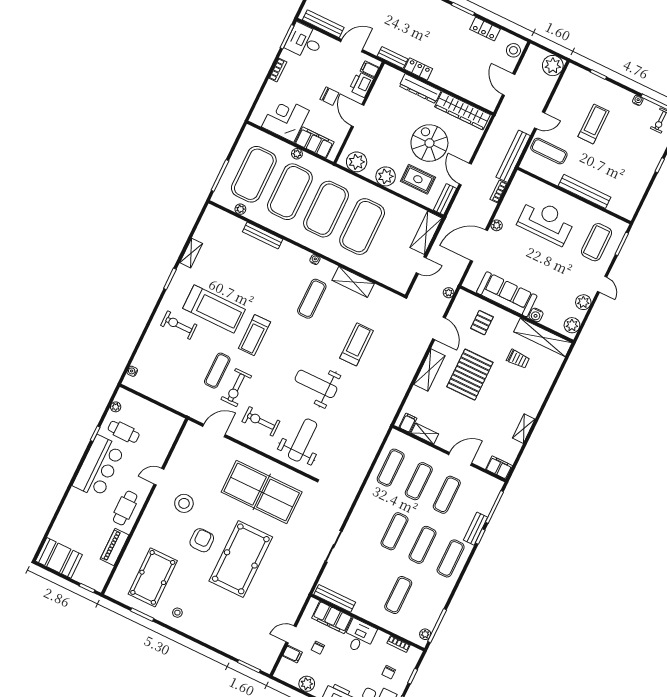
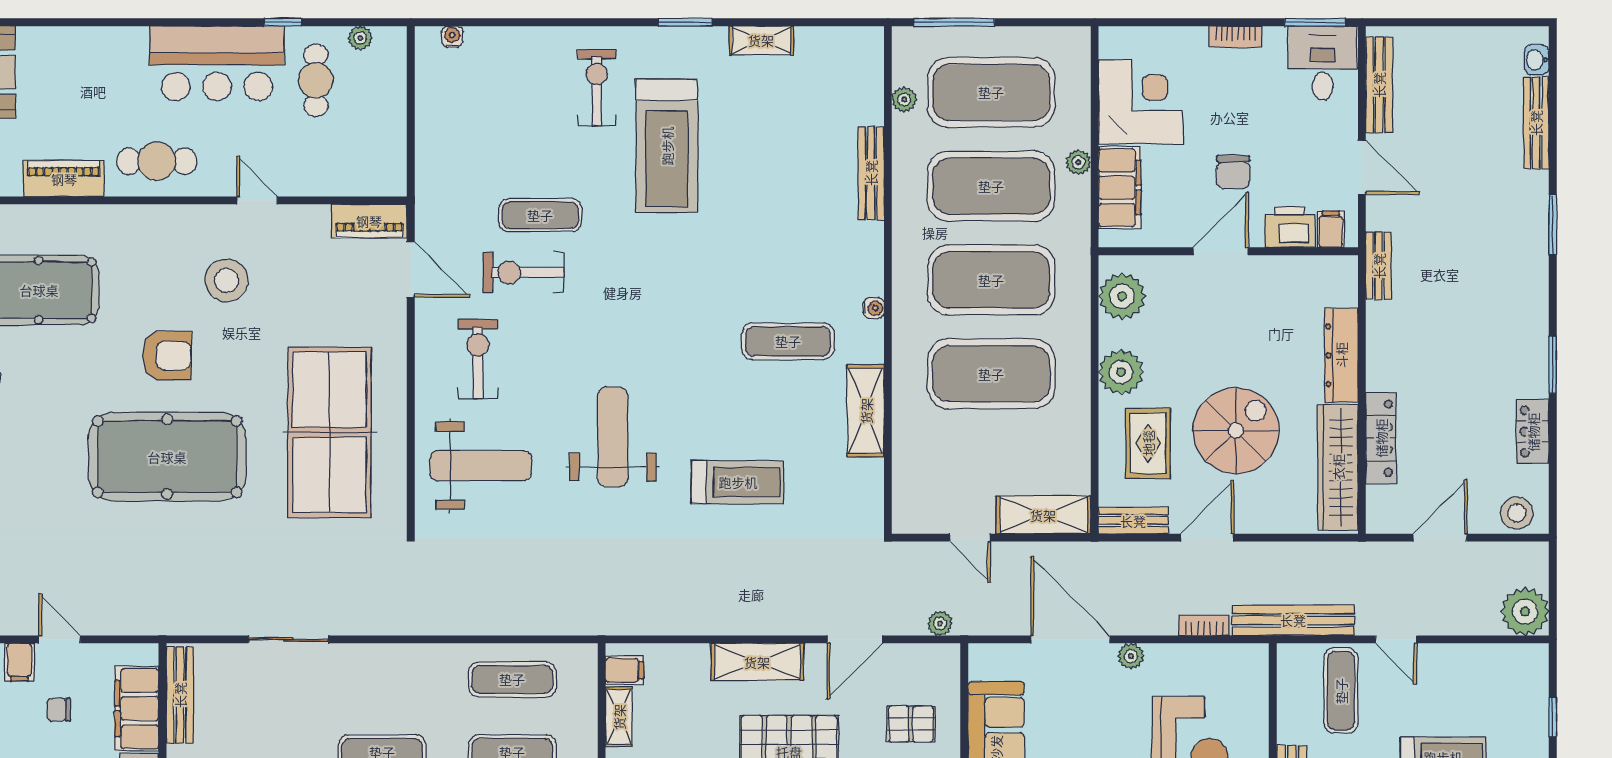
locker: (418, 69) -> (1381, 438), moved, width x1.53
treadmill: (254, 335) -> (653, 257), removed
piano: (188, 437) -> (369, 221), added

